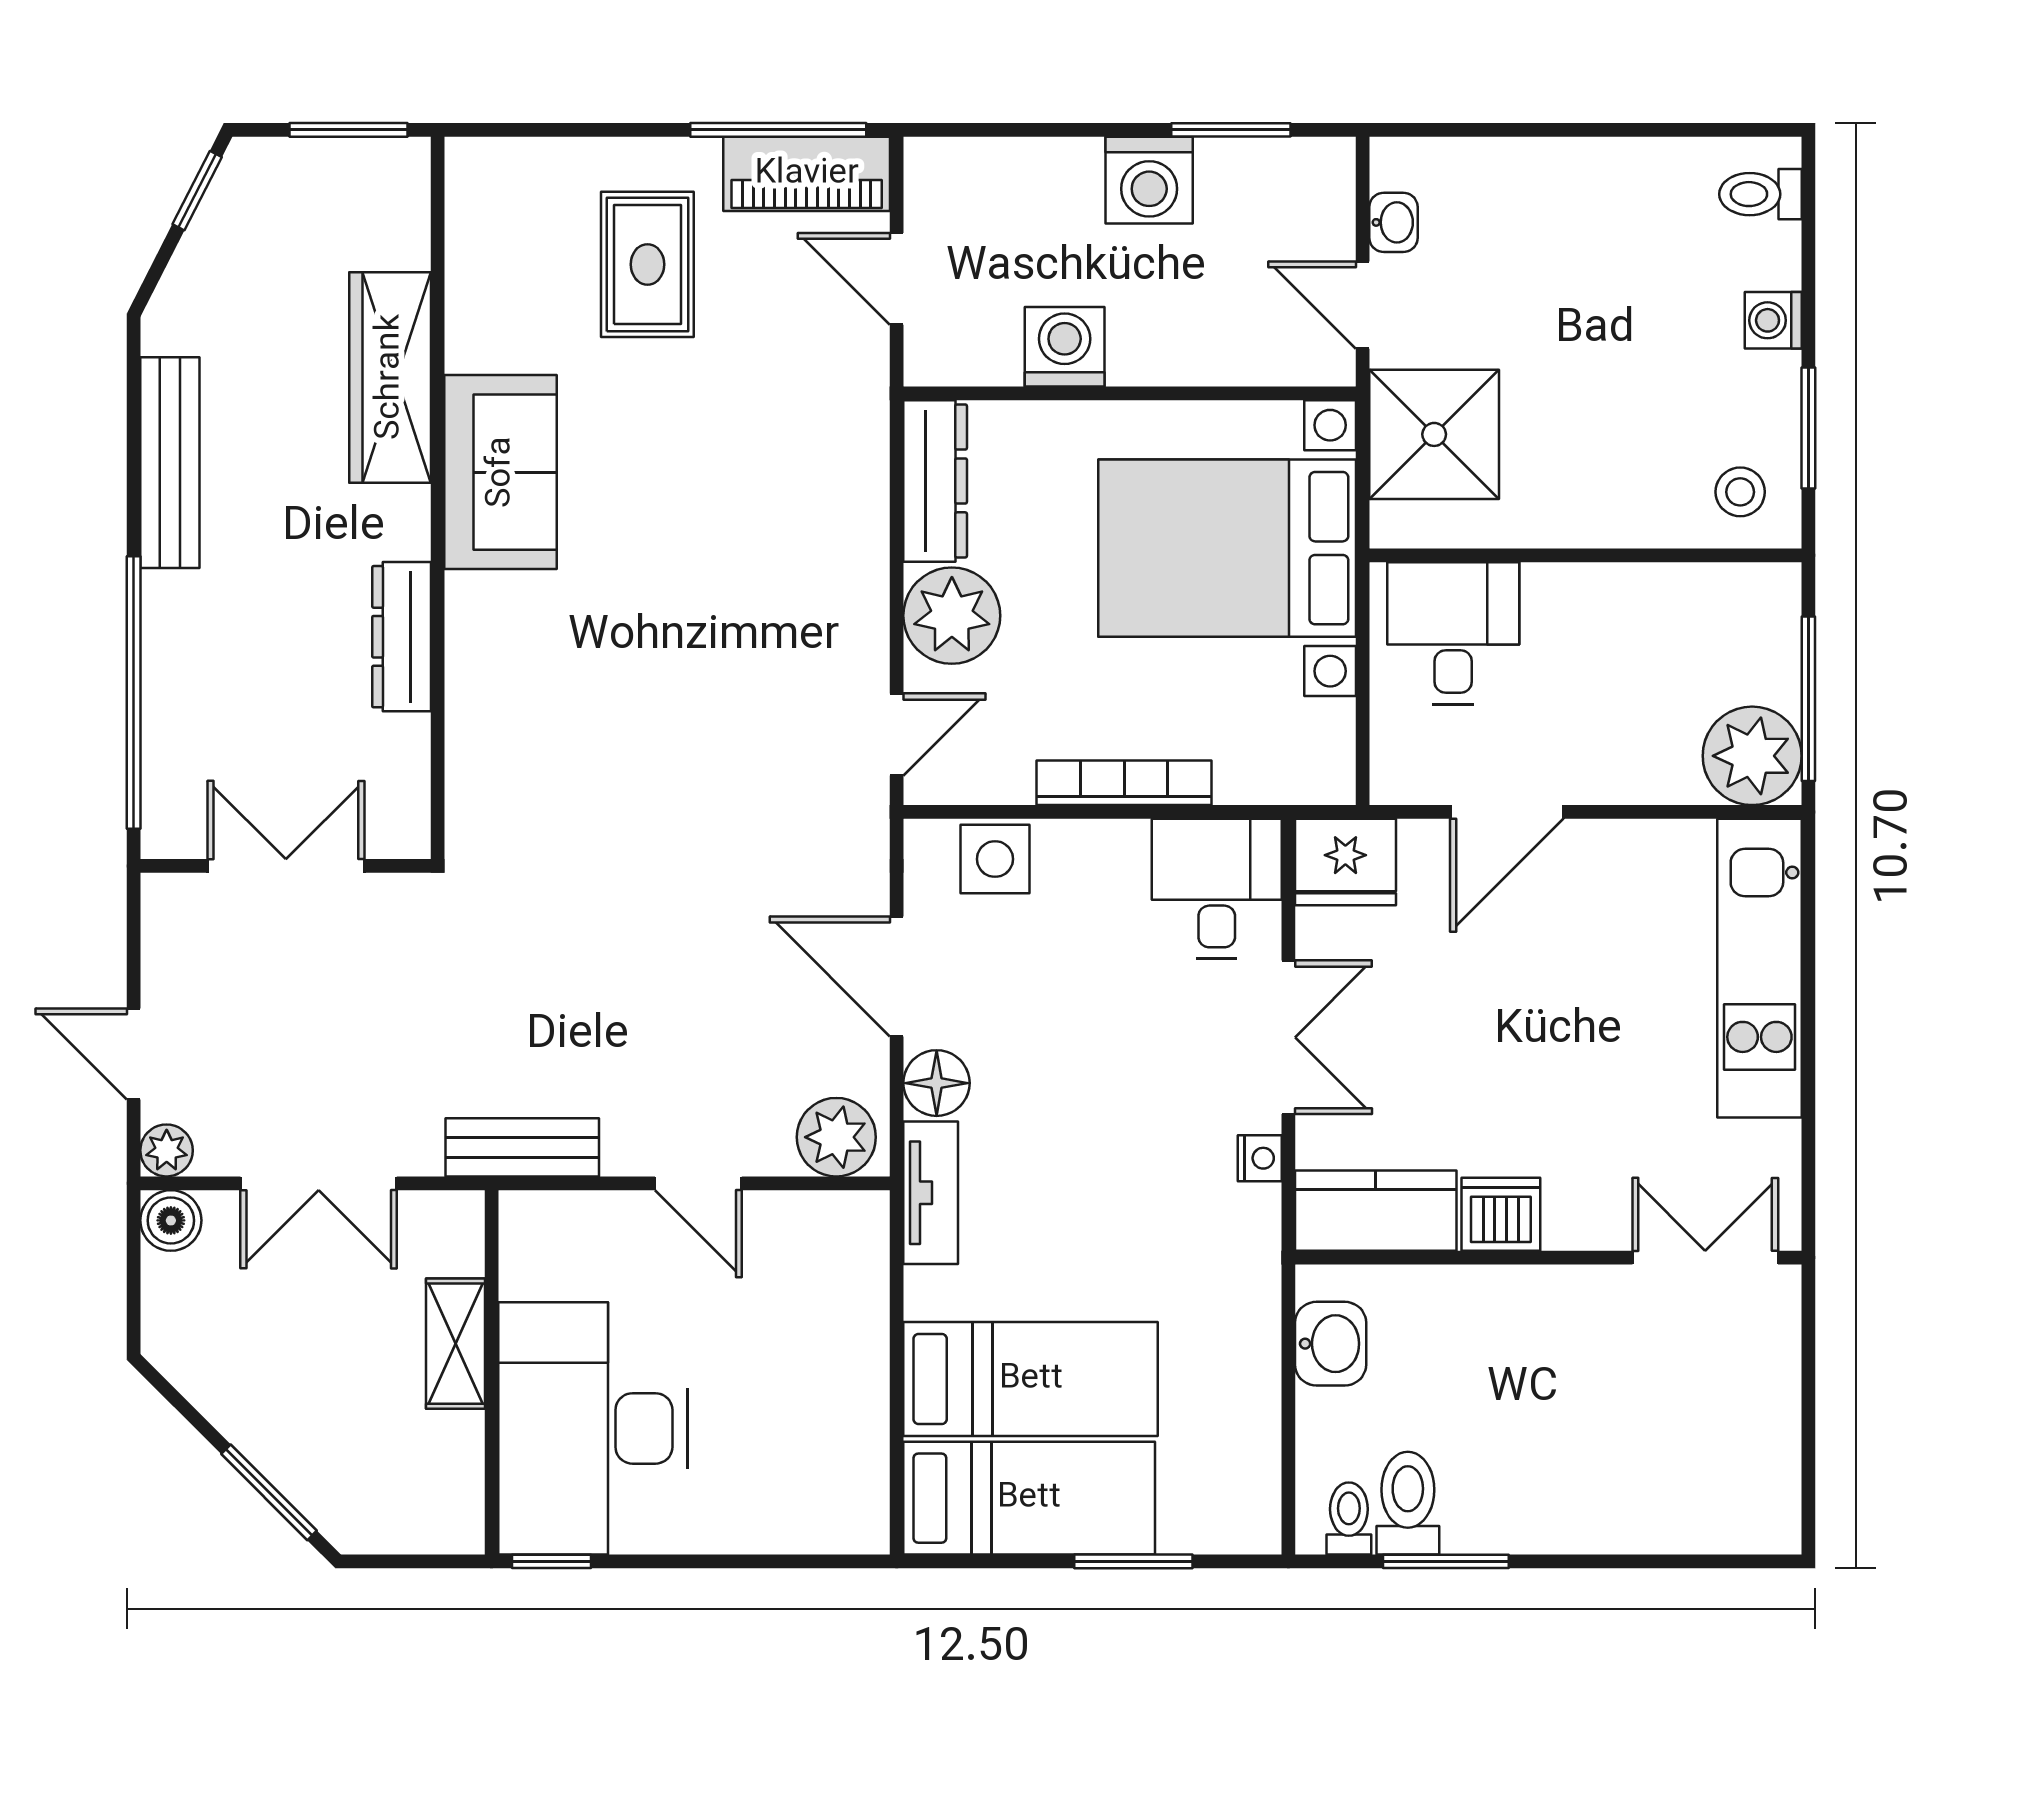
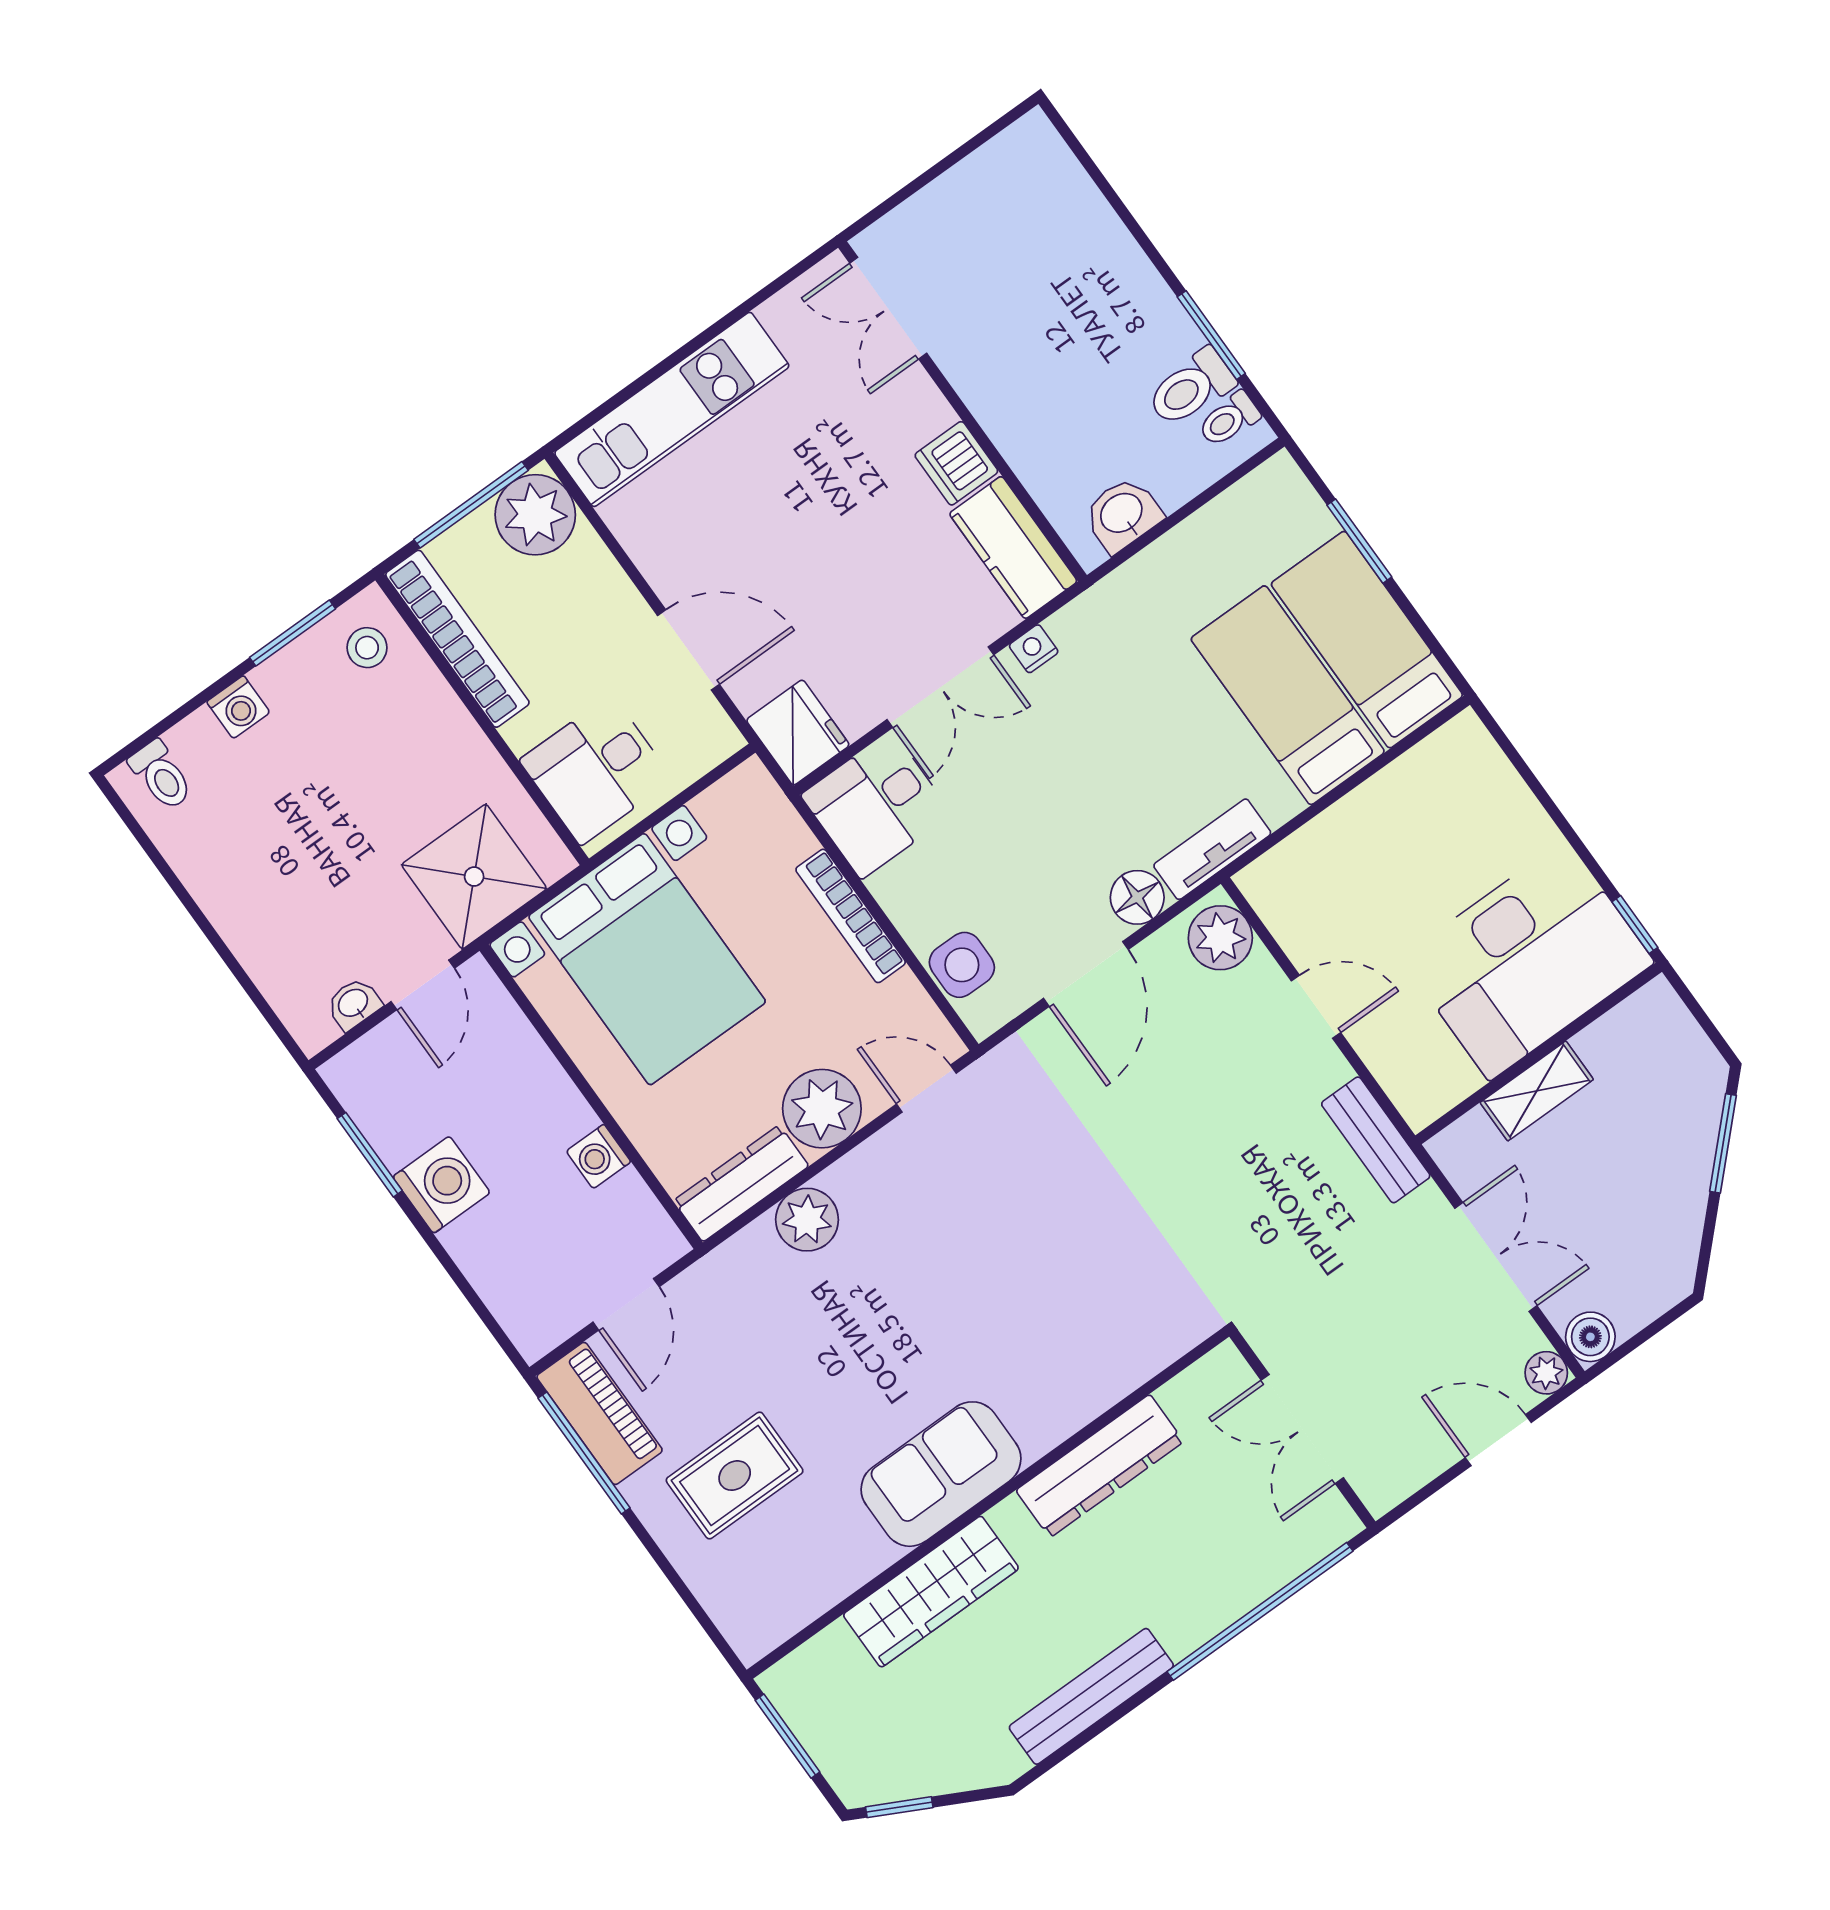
washing machine: (1065, 347) -> (598, 1156), width x0.73, depth x0.73
plant: (851, 521) -> (807, 1220), added
bookcase: (1684, 589) -> (457, 639), added
dresser: (402, 637) -> (1100, 1466), width x1.37, depth x1.24
double door: (1288, 1037) -> (940, 687), swing flipped
door: (134, 1054) -> (1498, 1440), swing flipped
door: (698, 1183) -> (1316, 1007), hinge flipped

